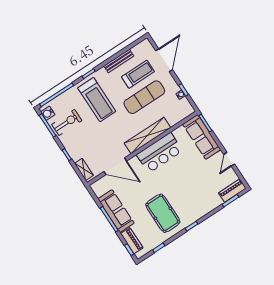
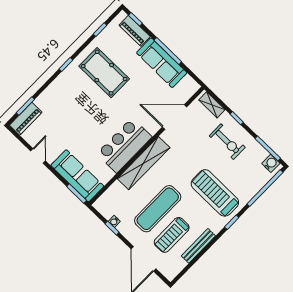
exercise bike: (67, 122) -> (227, 142), moved, turned -90

